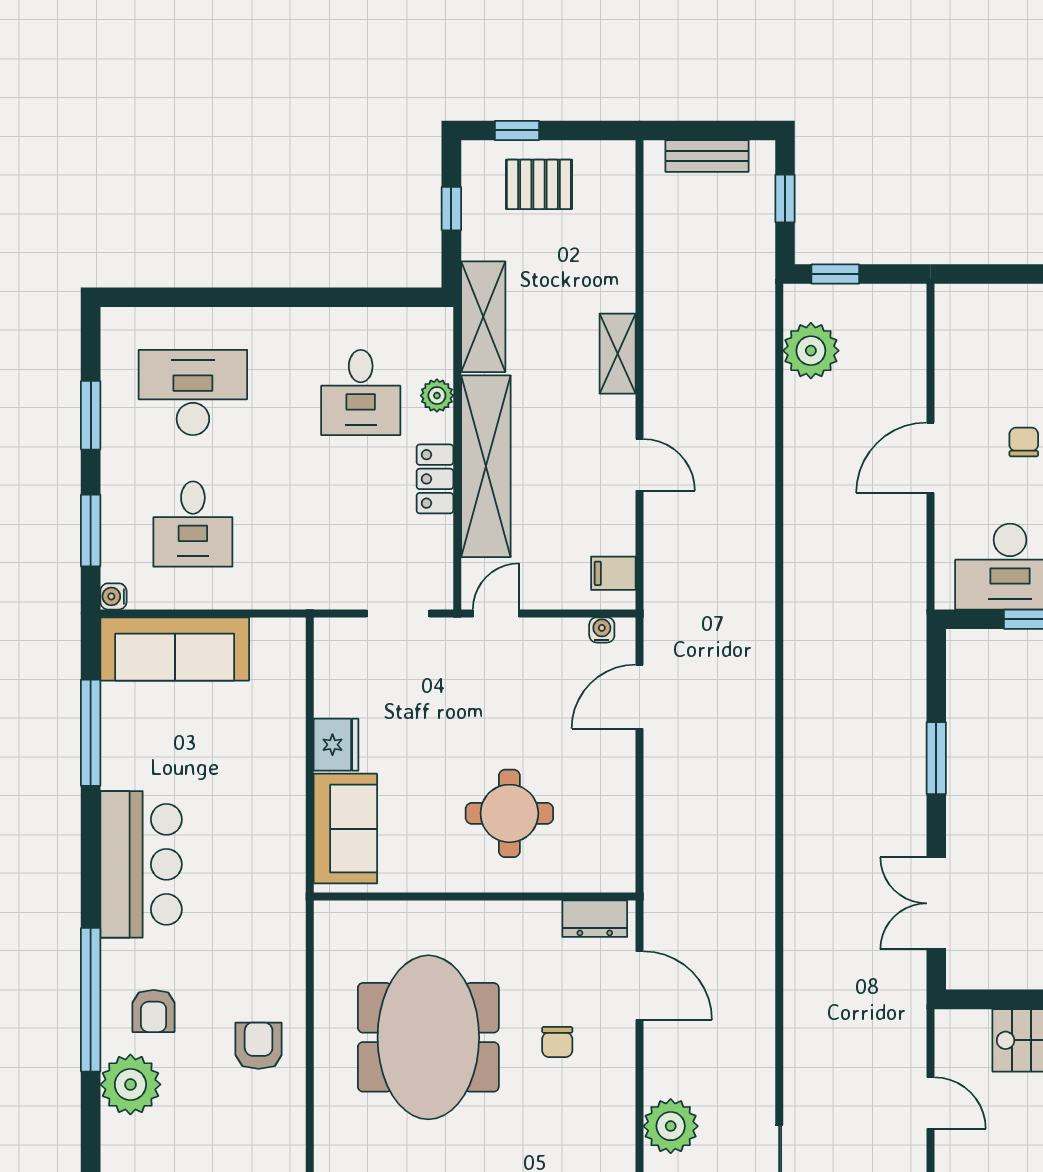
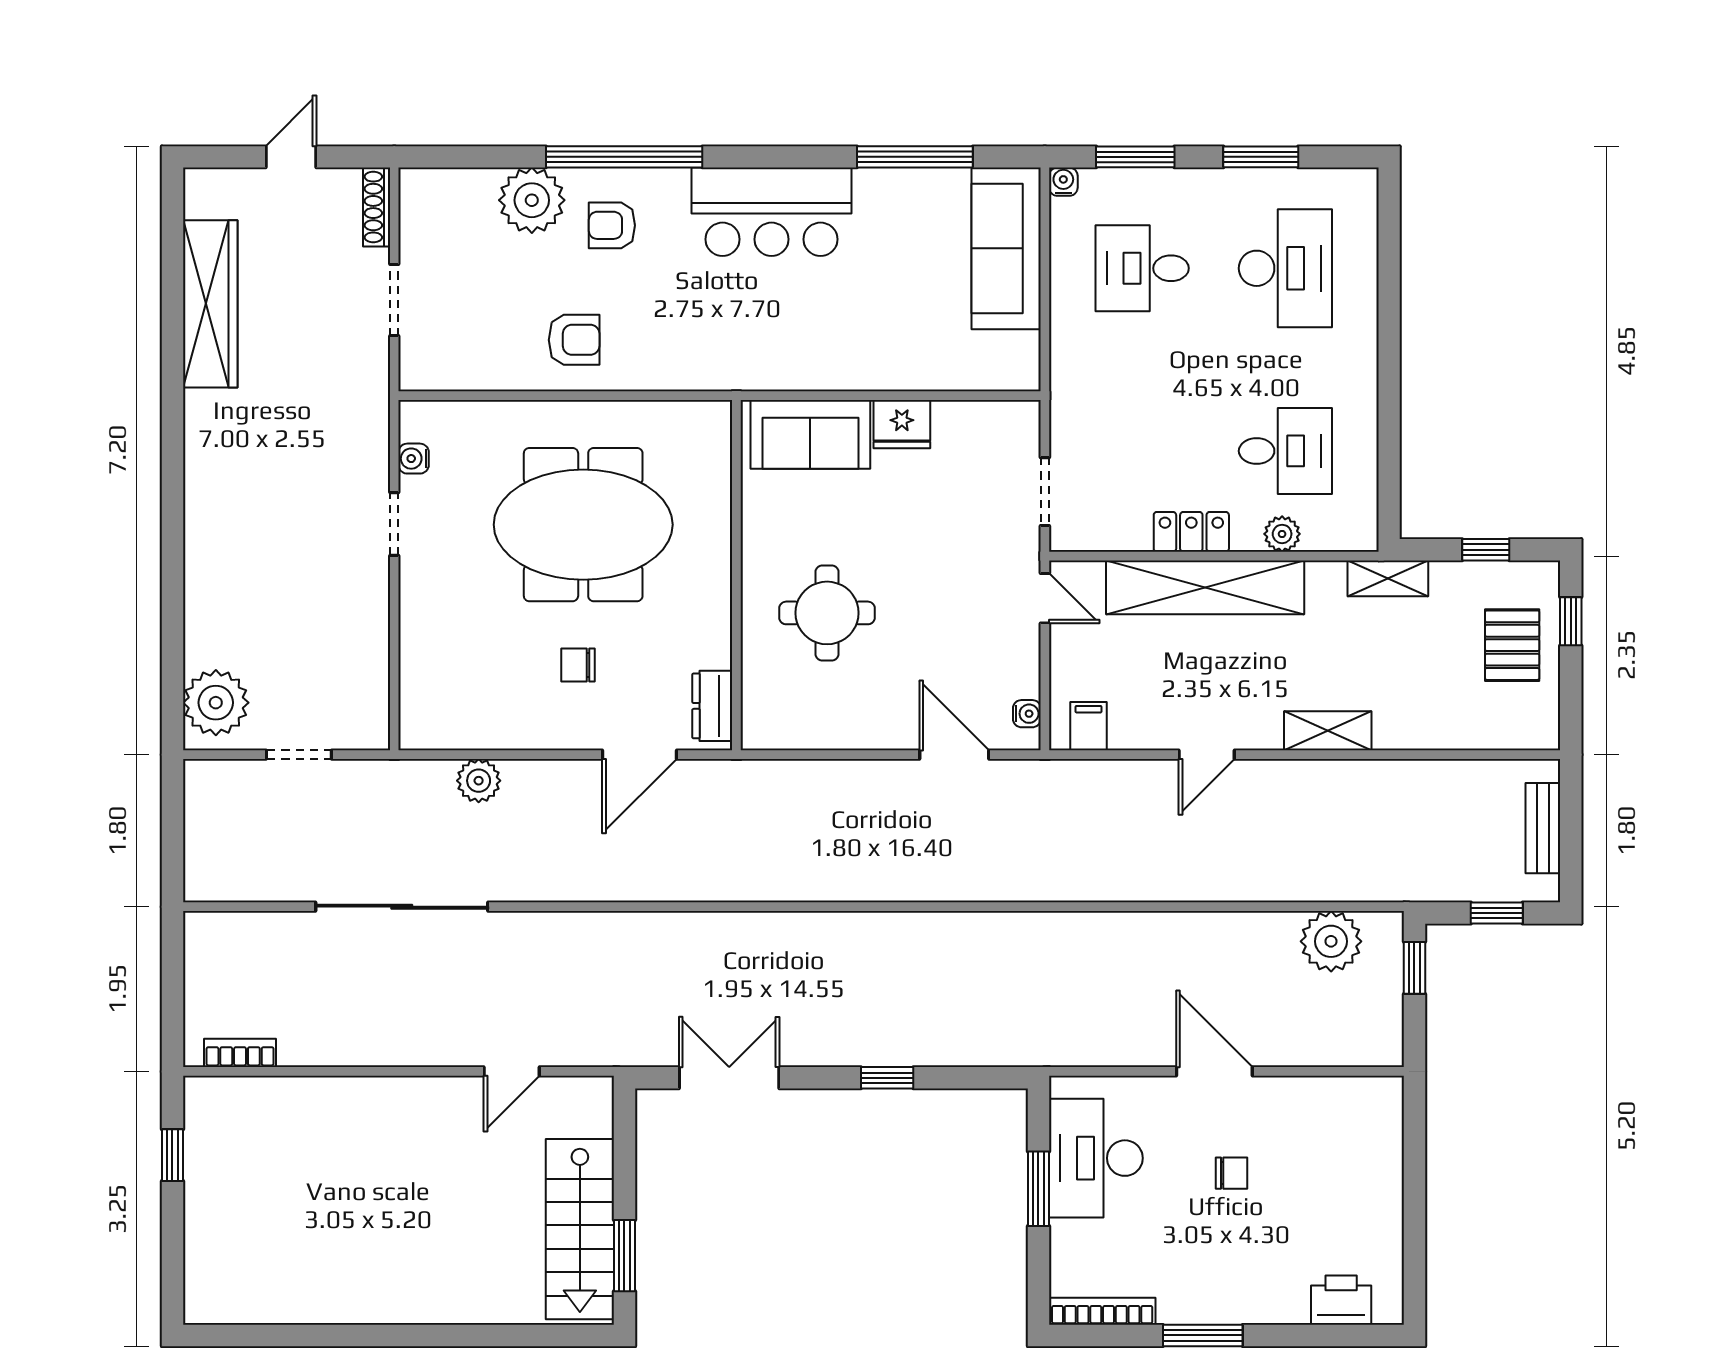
shelving: (483, 317) -> (1388, 578), width x0.67, depth x0.75
desk: (361, 393) -> (1285, 451), turned 180
window: (936, 758) -> (887, 1078), width x0.67
plant: (671, 1126) -> (479, 781), width x0.73, depth x0.73

